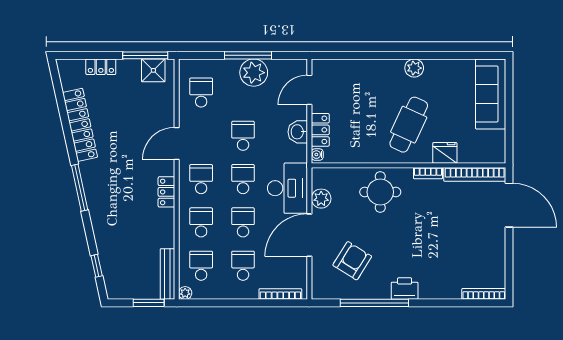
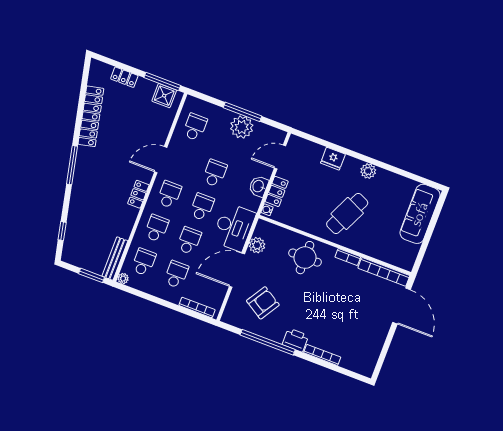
fridge: (445, 153) -> (333, 159), moved, turned 180
bookcase: (484, 294) -> (322, 355), moved

